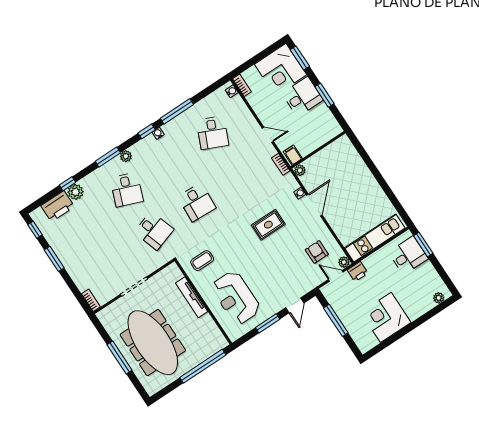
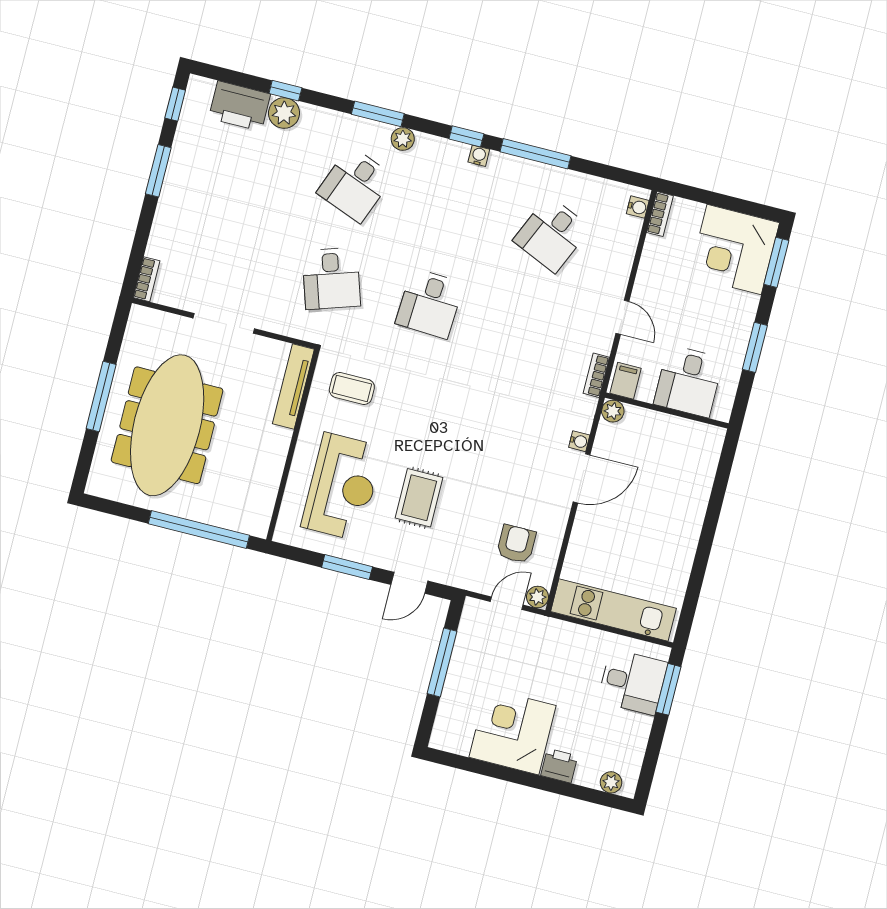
desk: (302, 97) -> (689, 381), moved, turned 90
rug: (268, 225) -> (419, 498), moved, turned 90
printer: (358, 272) -> (559, 766), moved, turned 180
door: (336, 276) -> (507, 603), hinge flipped
tv unit: (192, 297) -> (293, 387), moved
reception desk: (236, 298) -> (342, 487), turned 180

